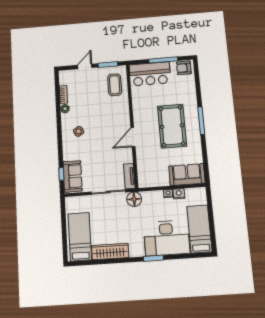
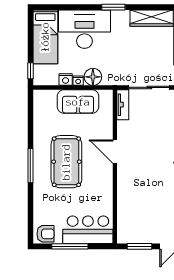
coffee table: (115, 85) -> (133, 219), removed
door: (133, 137) -> (115, 152), swing flipped
sofa: (187, 175) -> (78, 102), moved
floor lamp: (134, 199) -> (93, 77), moved
window: (209, 199) -> (30, 71), added
window: (153, 258) -> (113, 7), moved

